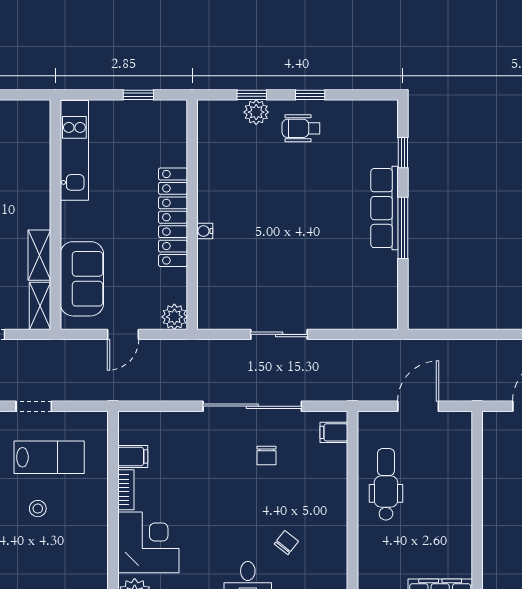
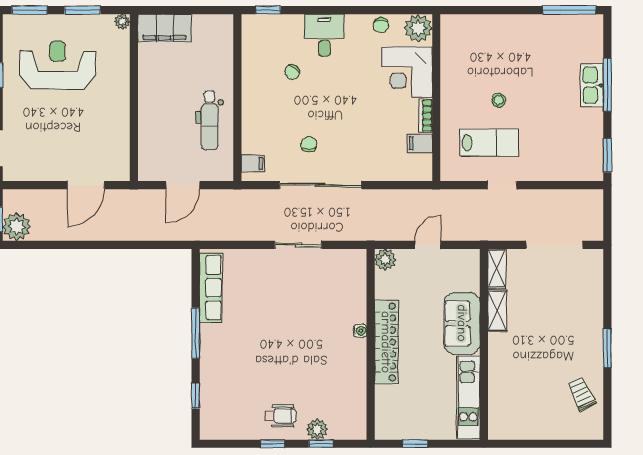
row of seats: (385, 208) -> (211, 288), moved
sofa: (82, 279) -> (462, 323), moved
lab bench: (49, 457) -> (489, 143), turned 180

